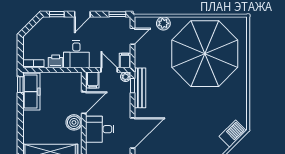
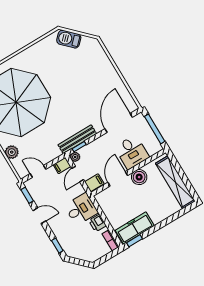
door: (82, 14) -> (39, 216), moved
door: (84, 103) -> (118, 179), hinge flipped
door: (132, 133) -> (119, 123), hinge flipped

